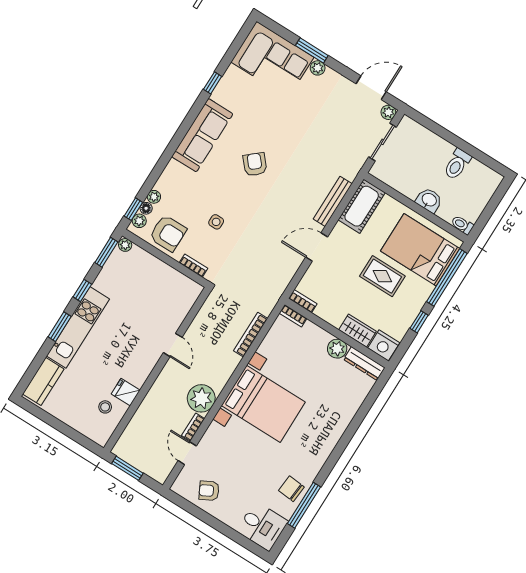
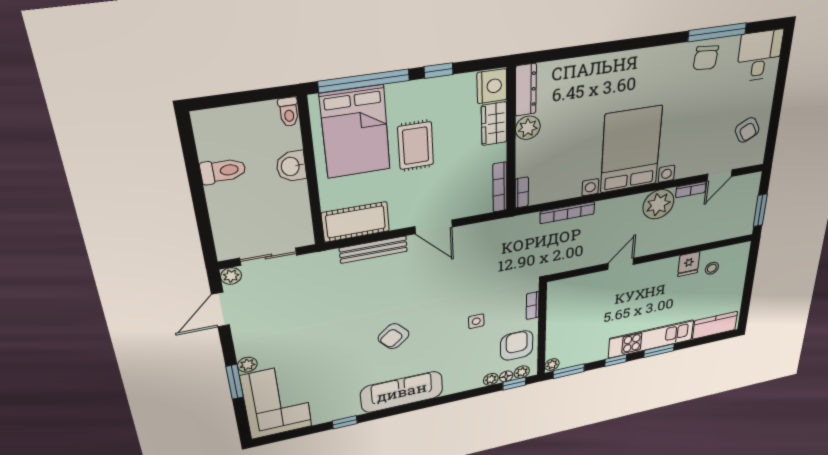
door: (371, 88) -> (221, 310), hinge flipped
bookcase: (303, 301) -> (500, 187), width x1.56

